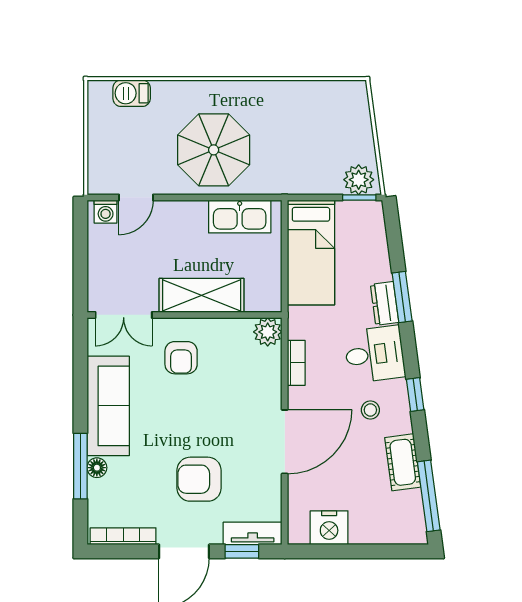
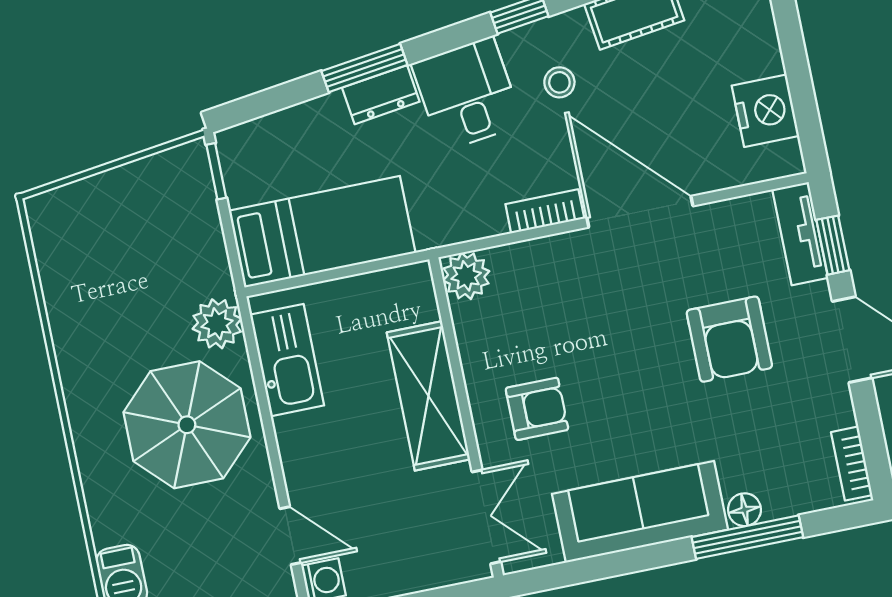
plant: (359, 180) -> (217, 324), moved
bookcase: (296, 363) -> (545, 211), moved
bookcase: (123, 536) -> (852, 464), width x0.64

